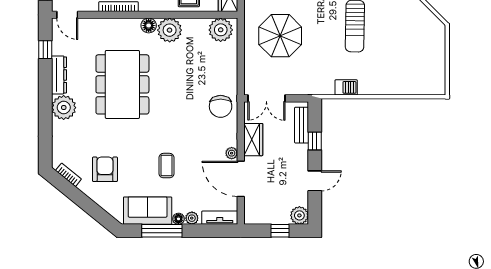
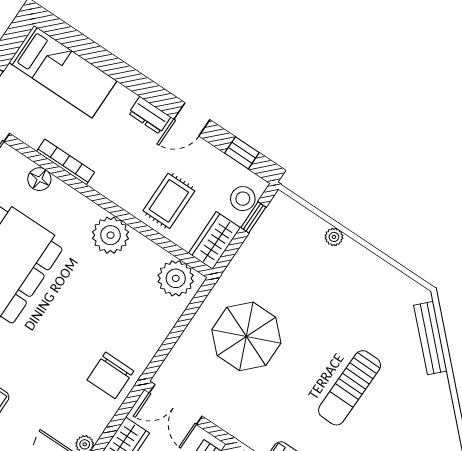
floor lamp: (149, 26) -> (39, 179), moved

